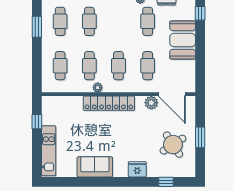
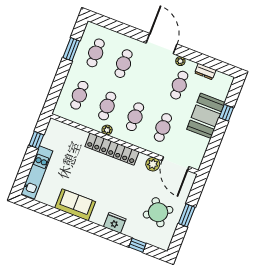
window: (200, 13) -> (226, 113), moved

